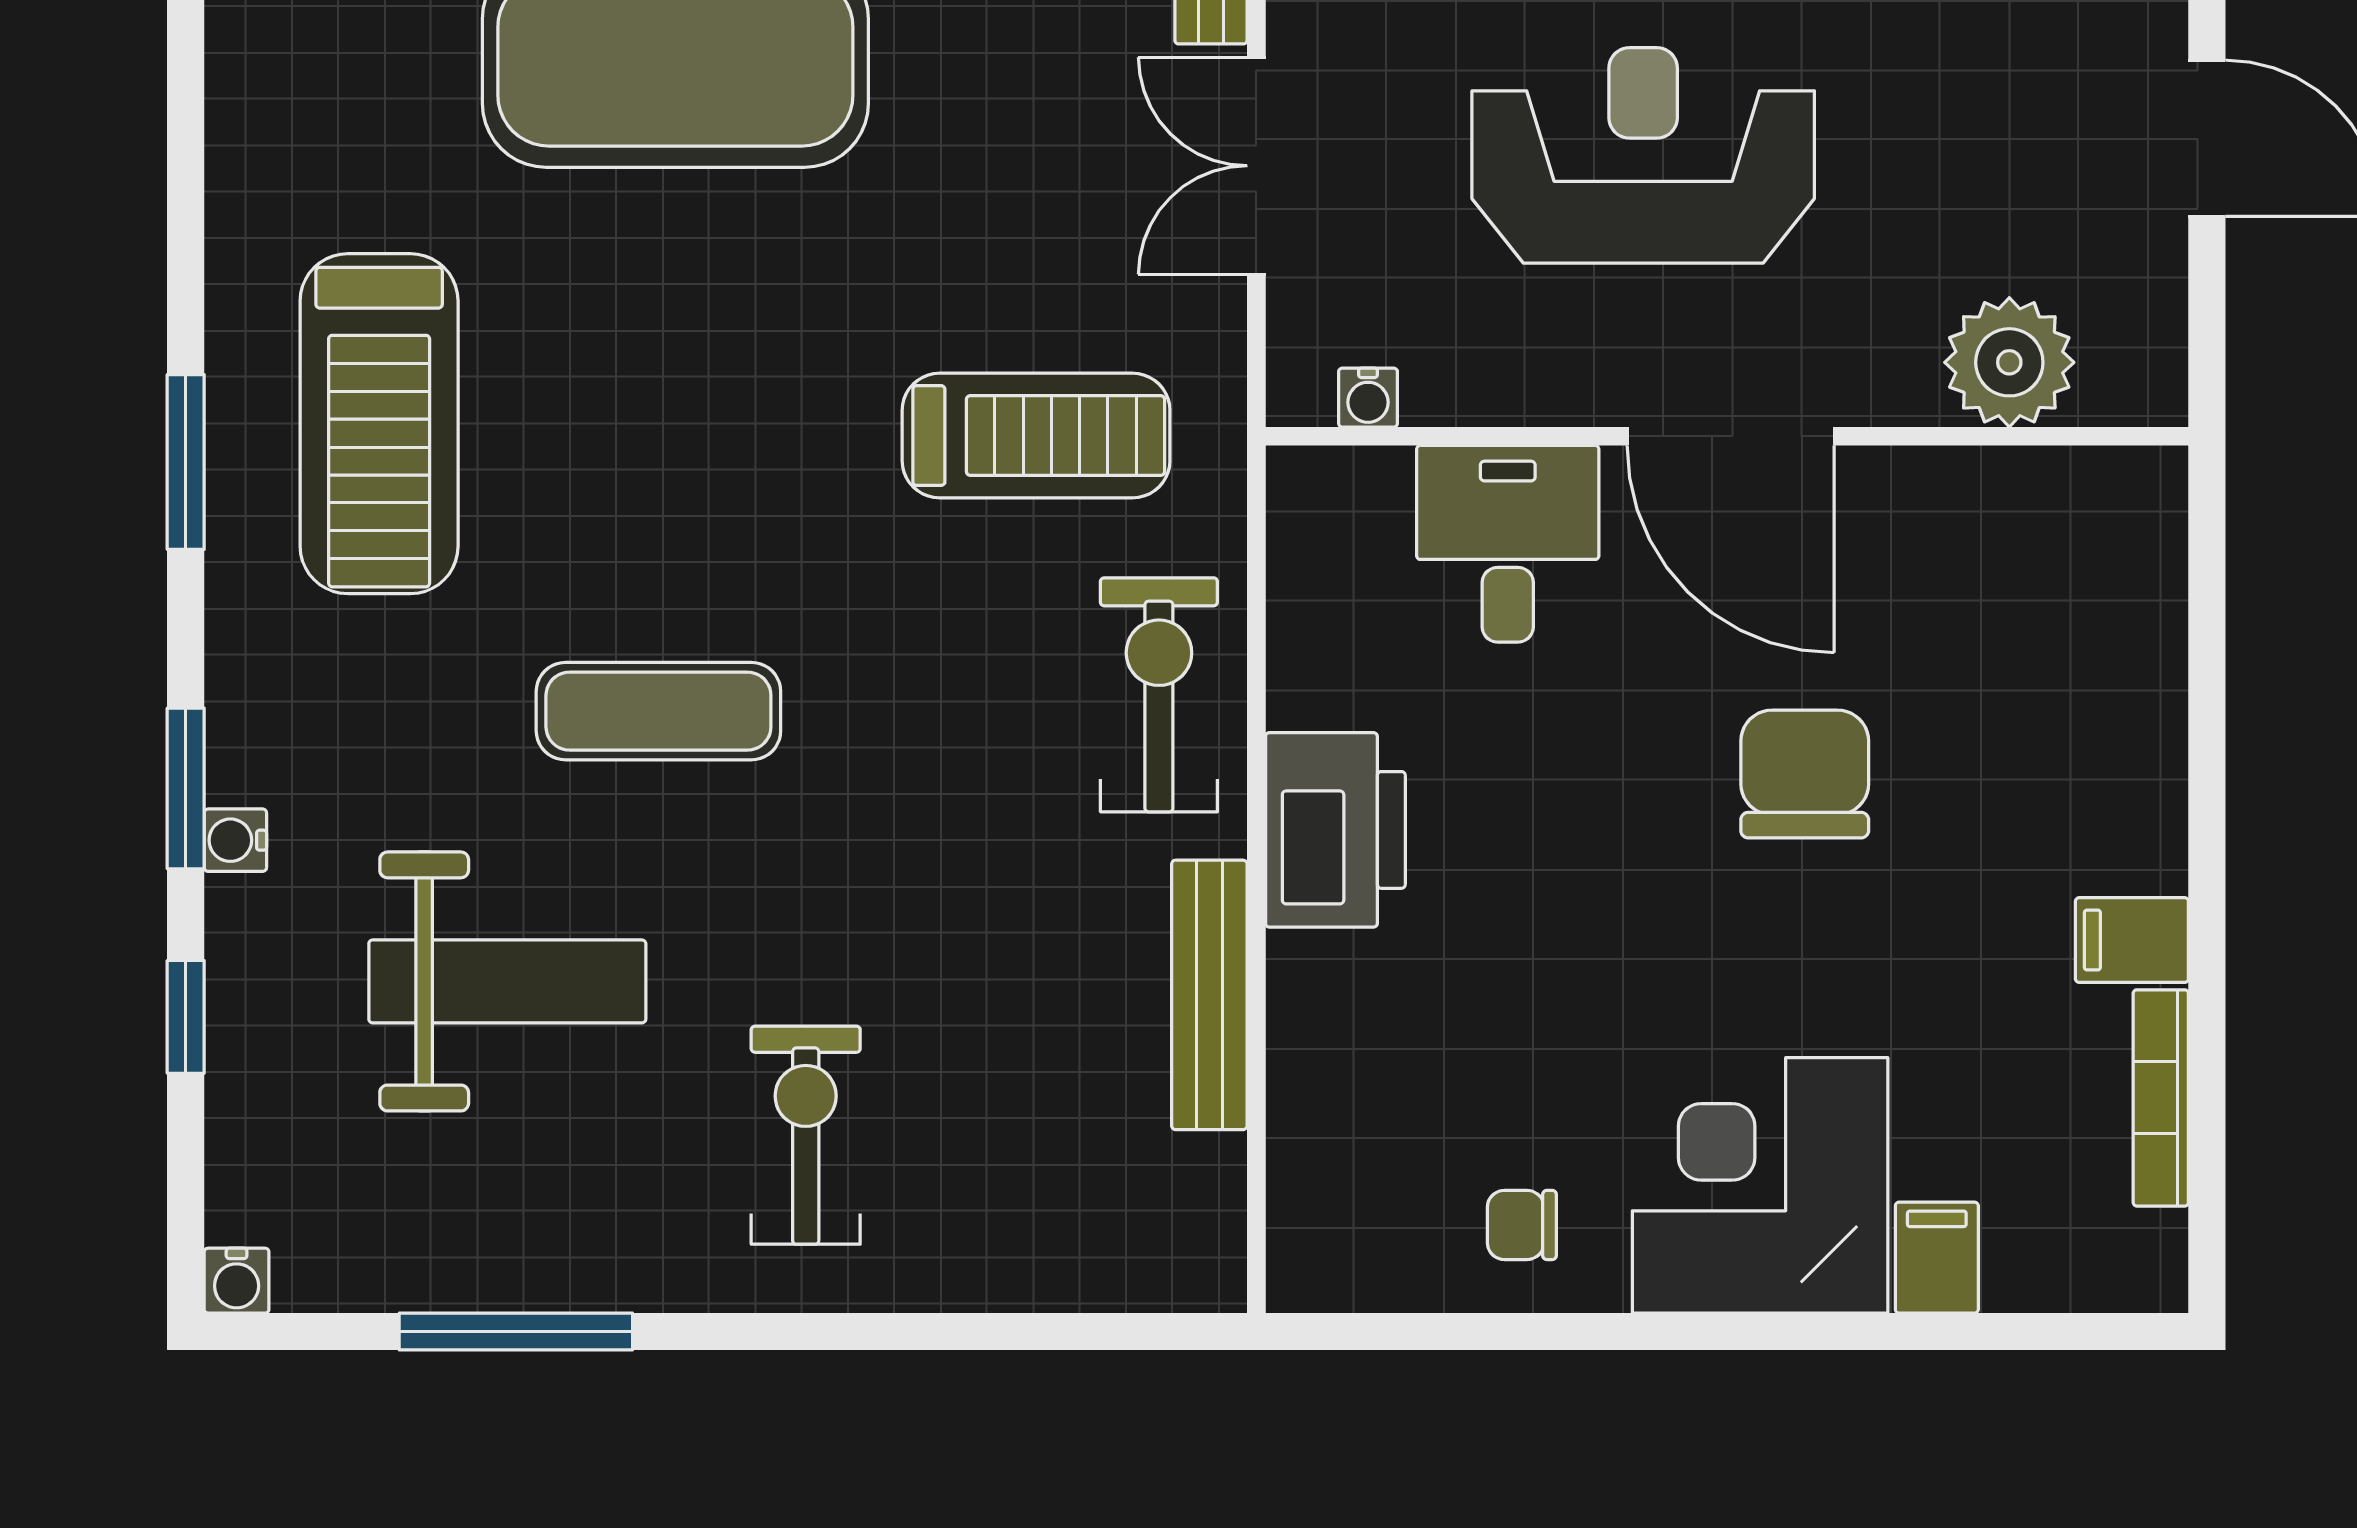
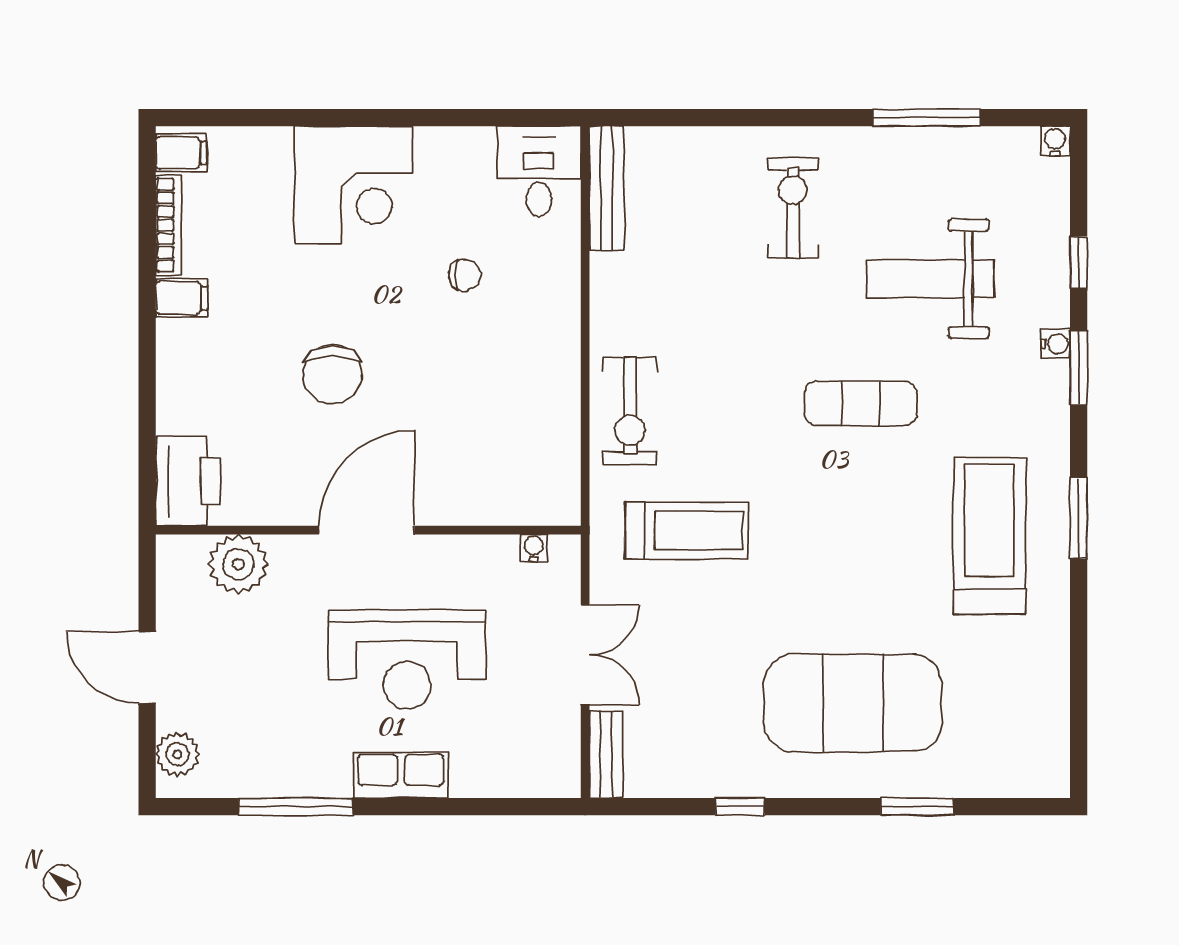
treadmill: (1036, 436) -> (687, 530), turned 180
door: (1731, 436) -> (367, 530), hinge flipped
desk: (1508, 544) -> (539, 171), moved, turned 180
printer: (1335, 830) -> (188, 481), moved, turned 180
bench: (1209, 995) -> (607, 188), moved
exercise bike: (806, 1135) -> (793, 208), turned 180
chair: (1522, 1225) -> (465, 275), moved
filing cabinet: (1937, 1258) -> (181, 153), moved, turned -90

